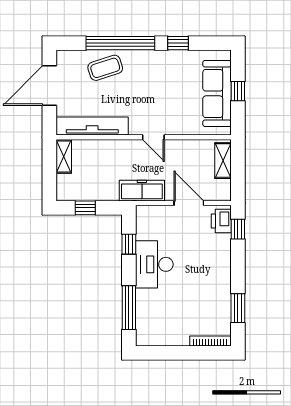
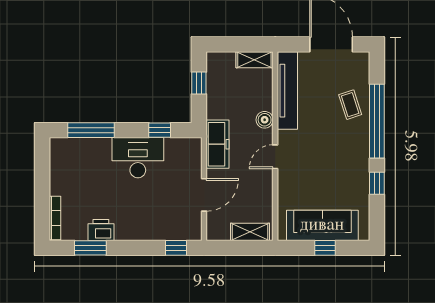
coffee table: (105, 68) -> (350, 105), width x0.73, depth x0.77
boiler: (119, 147) -> (265, 120), added
printer: (221, 221) -> (101, 230), moved

